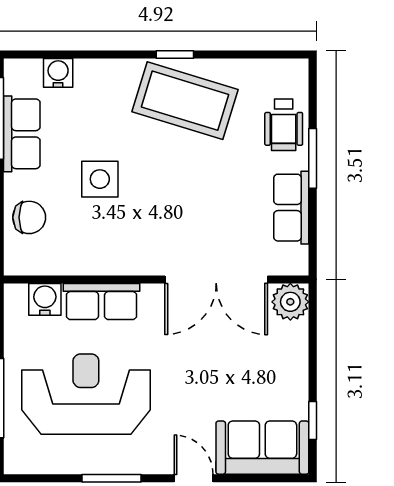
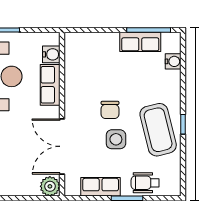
coffee table: (185, 101) -> (158, 130), turned -31
side table: (100, 179) -> (116, 139), moved
chair: (29, 217) -> (110, 110), moved

